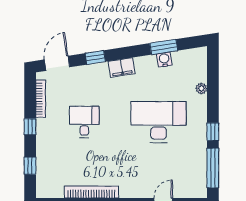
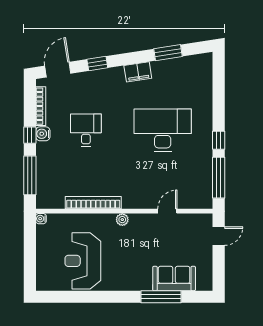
water cooler: (164, 60) -> (43, 134), moved, turned -81
filing cabinet: (122, 68) -> (138, 72), moved
plant: (201, 88) -> (207, 96), removed
window: (30, 166) -> (30, 175), width x2.17

